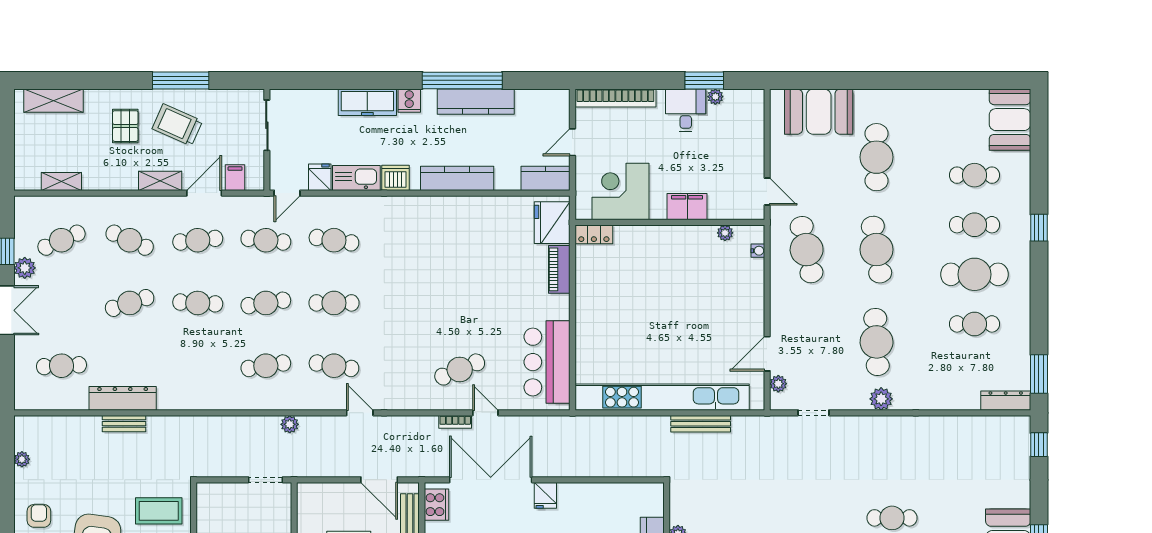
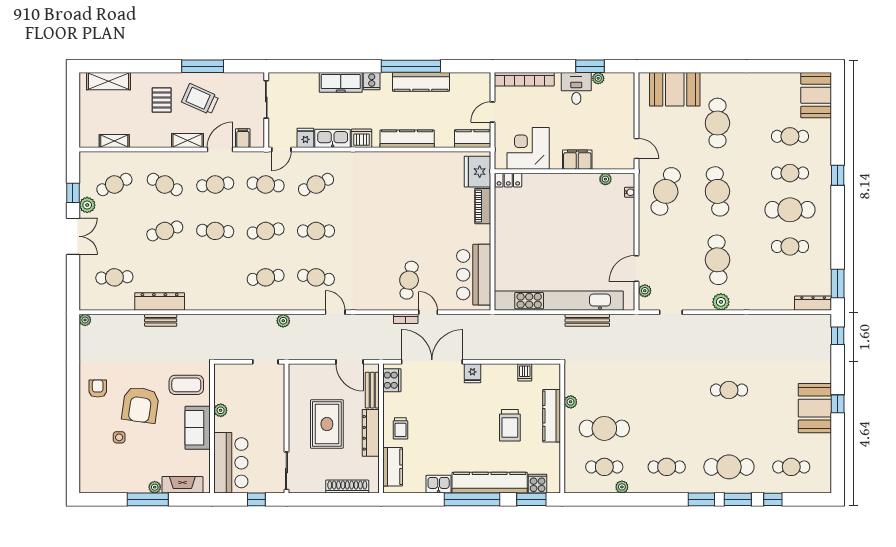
cafe table: (334, 240) -> (316, 184), turned -33
cafe table: (807, 250) -> (666, 191), turned 33
cafe table: (460, 369) -> (409, 280), turned -56
plant: (22, 459) -> (85, 320), moved
dishwasher: (616, 494) -> (525, 372), added

